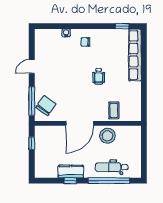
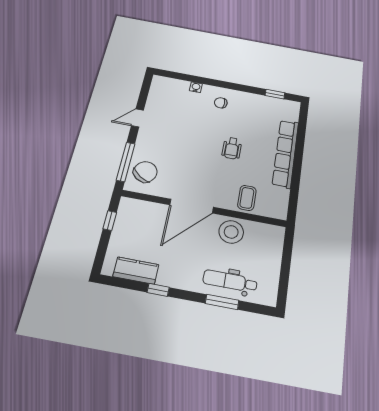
row of seats: (135, 55) -> (286, 153), moved
kitchen counter: (71, 172) -> (136, 271), moved
window: (109, 181) -> (222, 302), width x0.47

